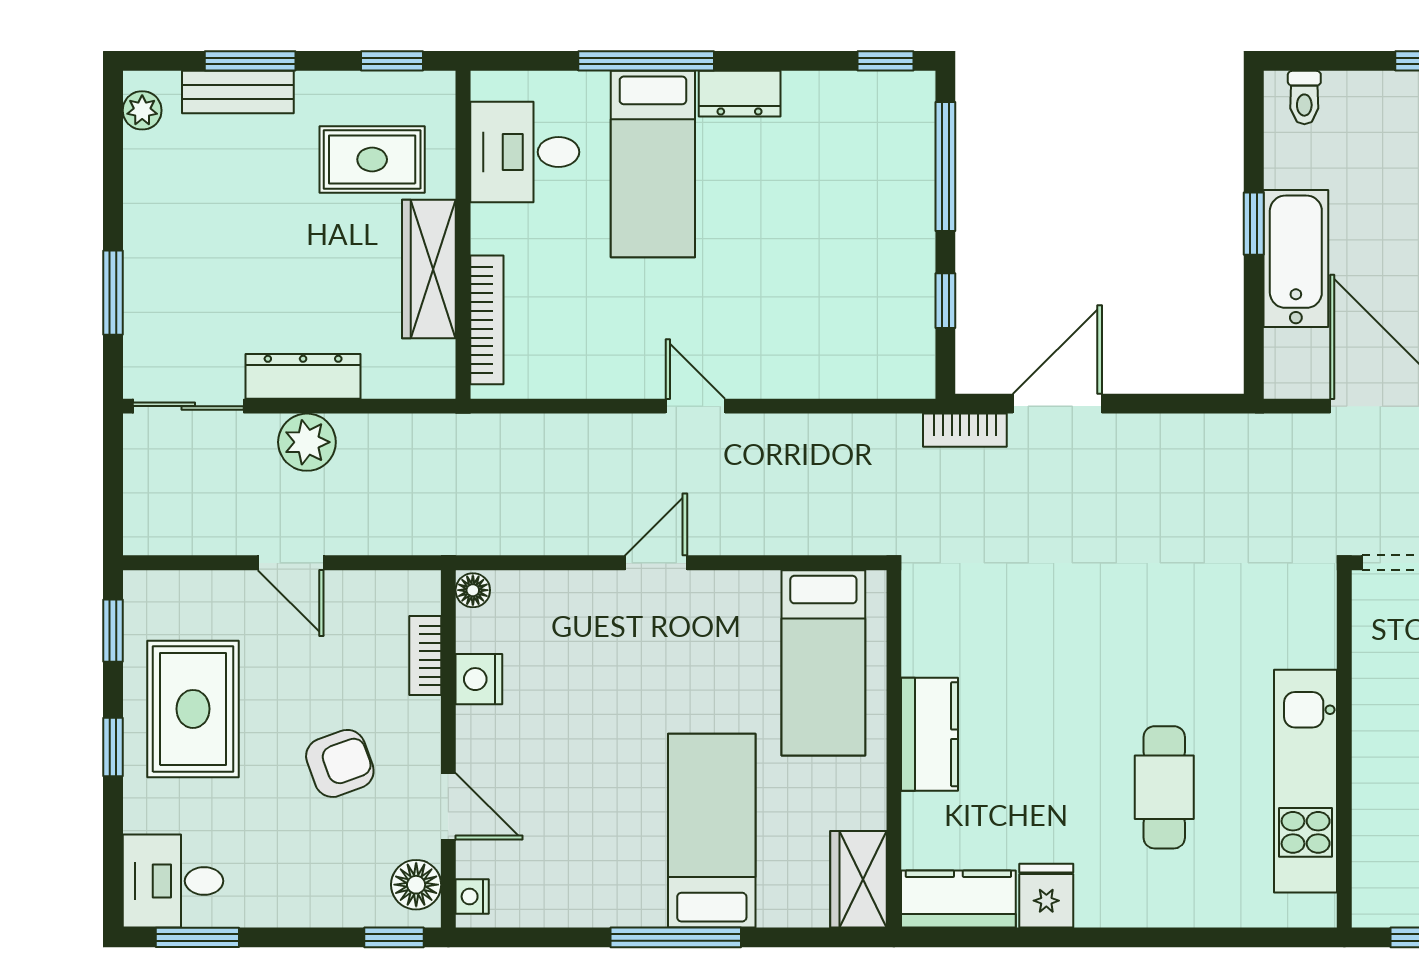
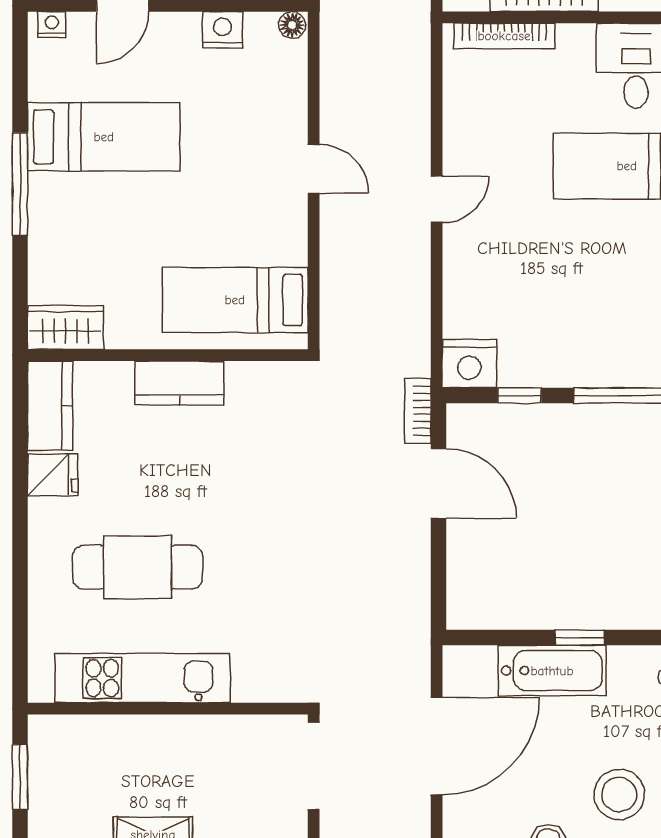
nightstand: (905, 364) -> (469, 364), added
cafe table: (1164, 787) -> (138, 567), width x1.37, depth x1.35
bed: (712, 831) -> (104, 137), moved

